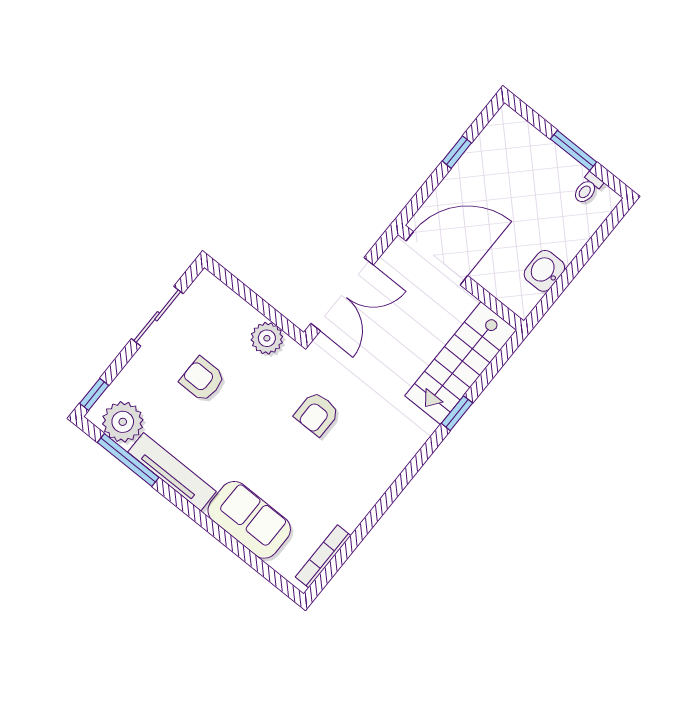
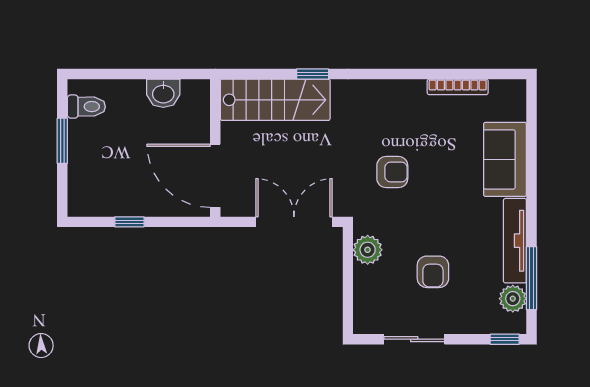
toilet: (587, 189) -> (86, 107), width x1.37, depth x1.39
plant: (123, 422) -> (513, 299), width x0.73, depth x0.73
bookcase: (323, 556) -> (458, 87), moved

